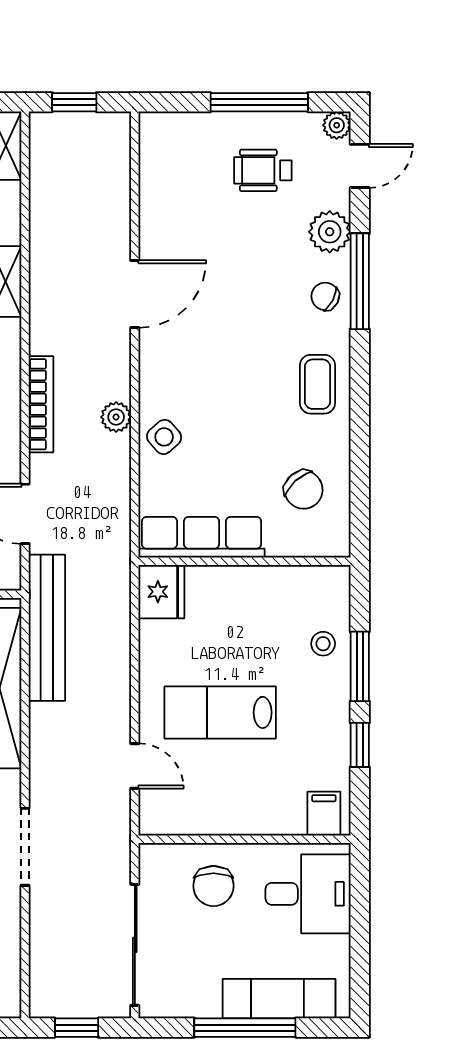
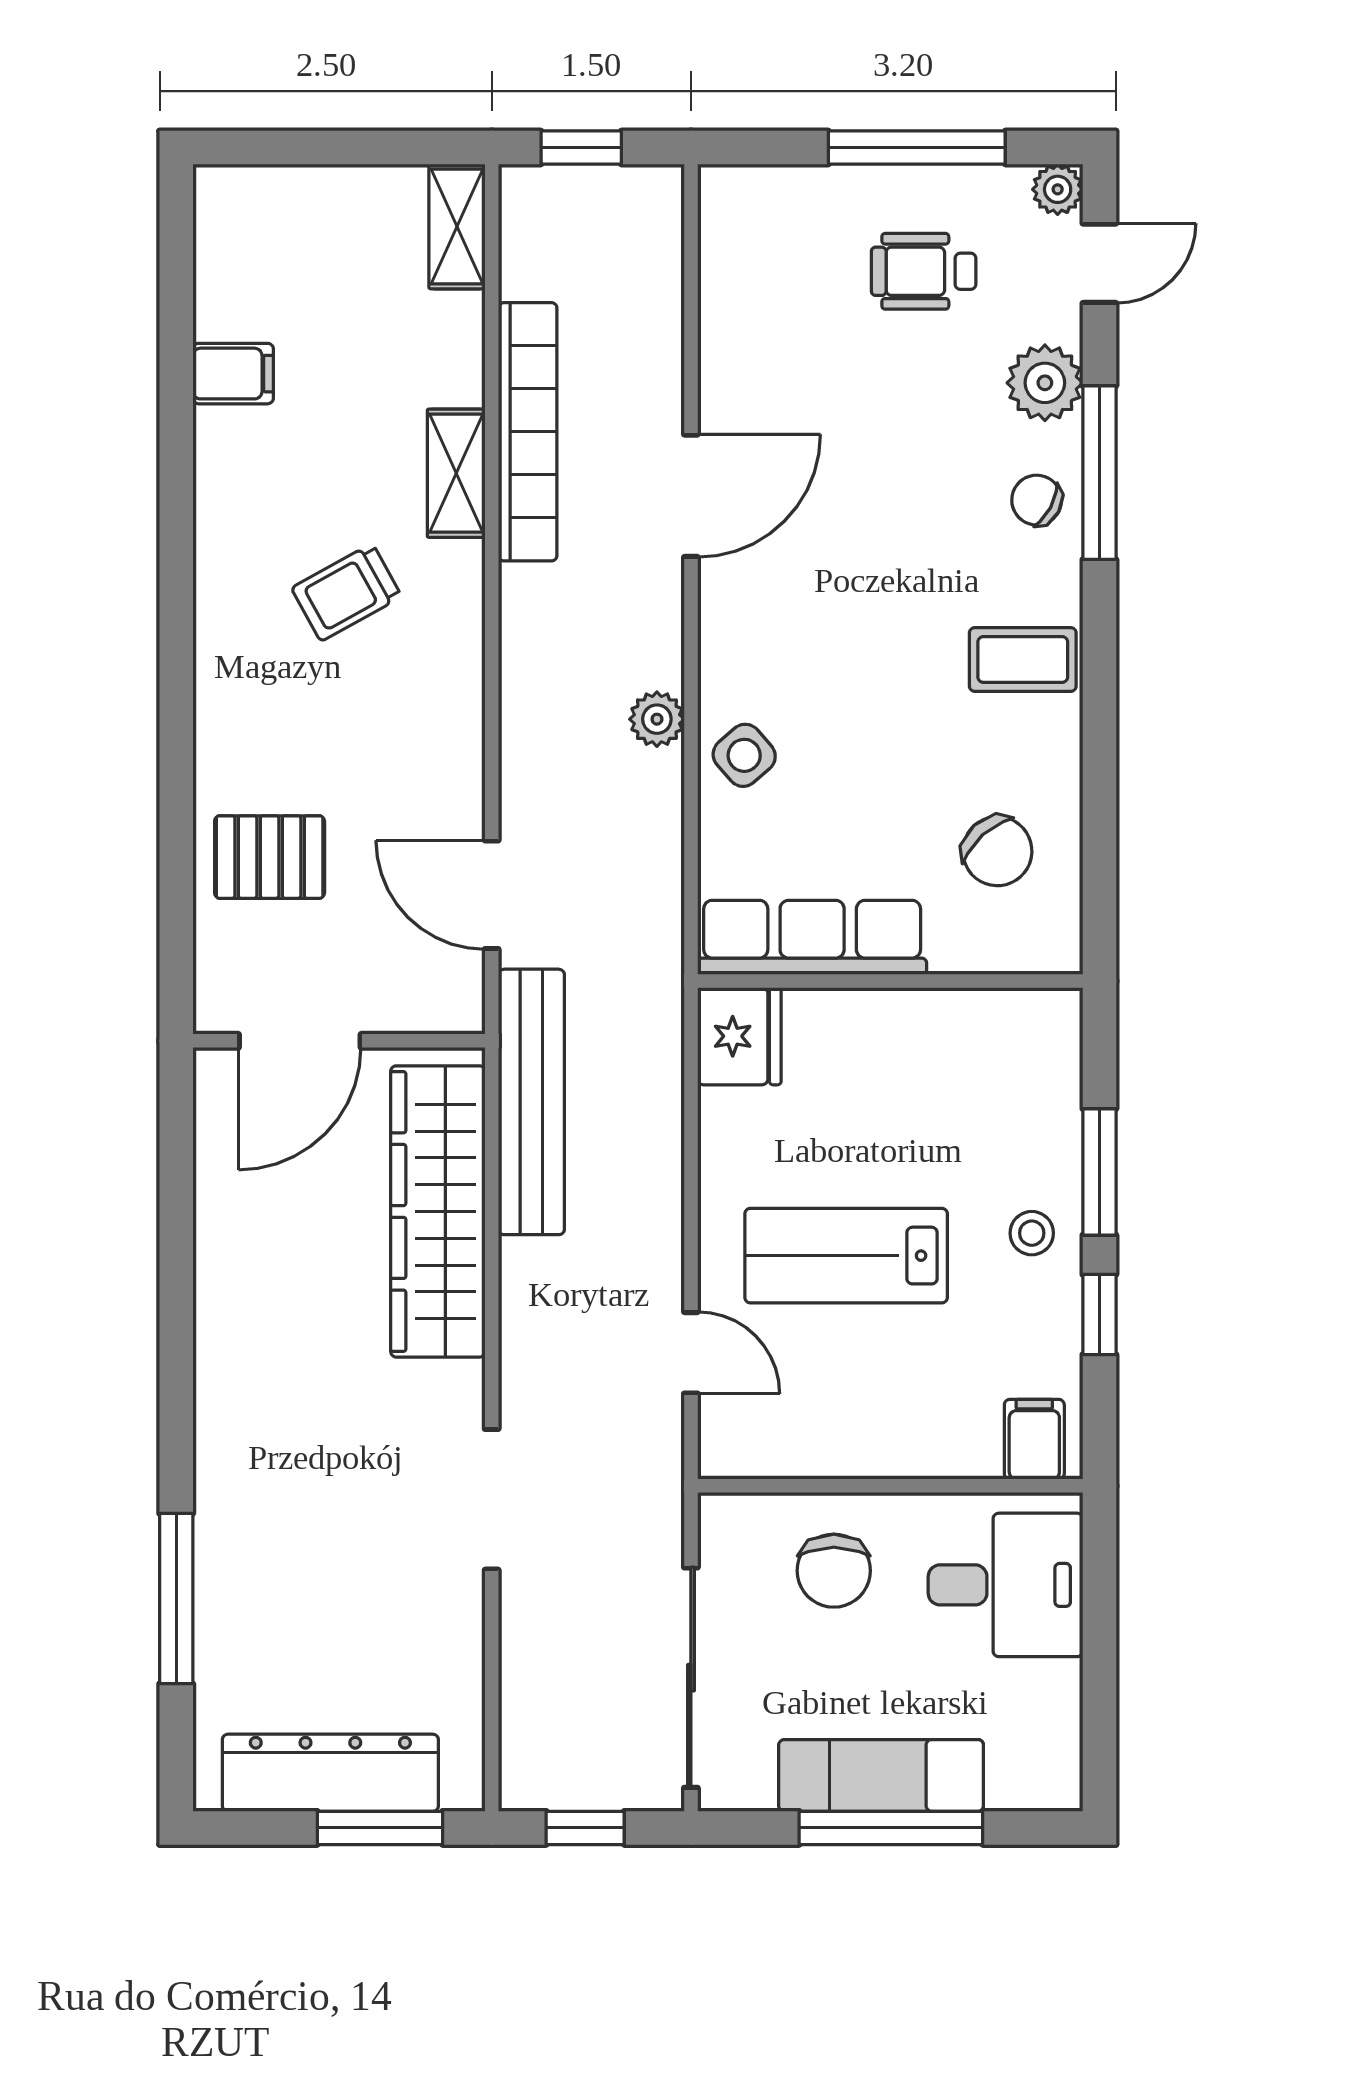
coffee table: (318, 384) -> (1023, 659), turned 90
bookcase: (41, 404) -> (528, 432), moved, width x1.48, depth x1.31
stool: (323, 644) -> (1032, 1233), moved
exam couch: (279, 999) -> (881, 1775), moved

